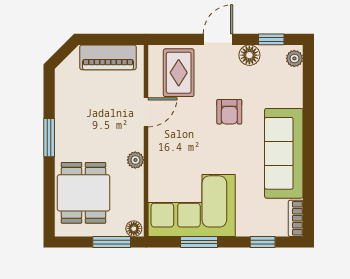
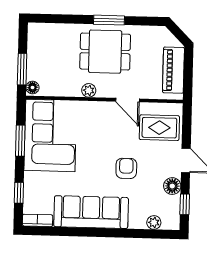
plant: (294, 58) -> (154, 222), moved
armchair: (229, 112) -> (126, 168), turned 90
dining table: (83, 193) -> (105, 52), moved

